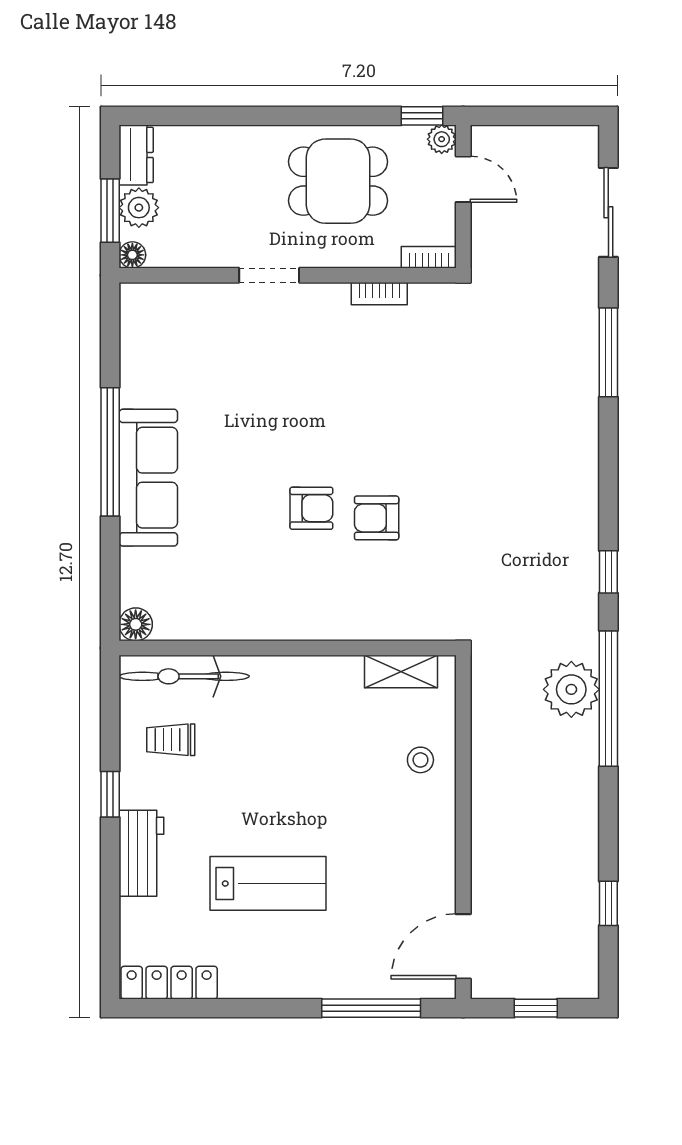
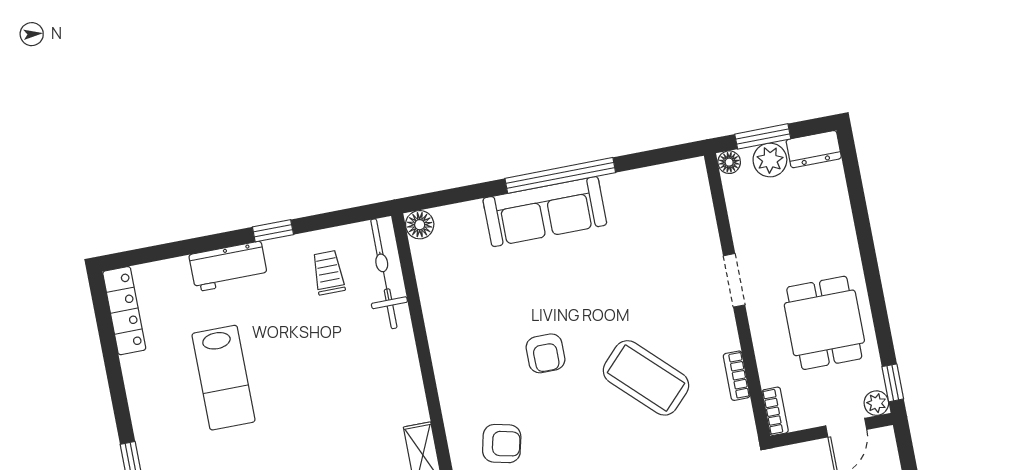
coffee table: (362, 398) -> (646, 378), added
armchair: (377, 518) -> (502, 444), moved, turned 103

